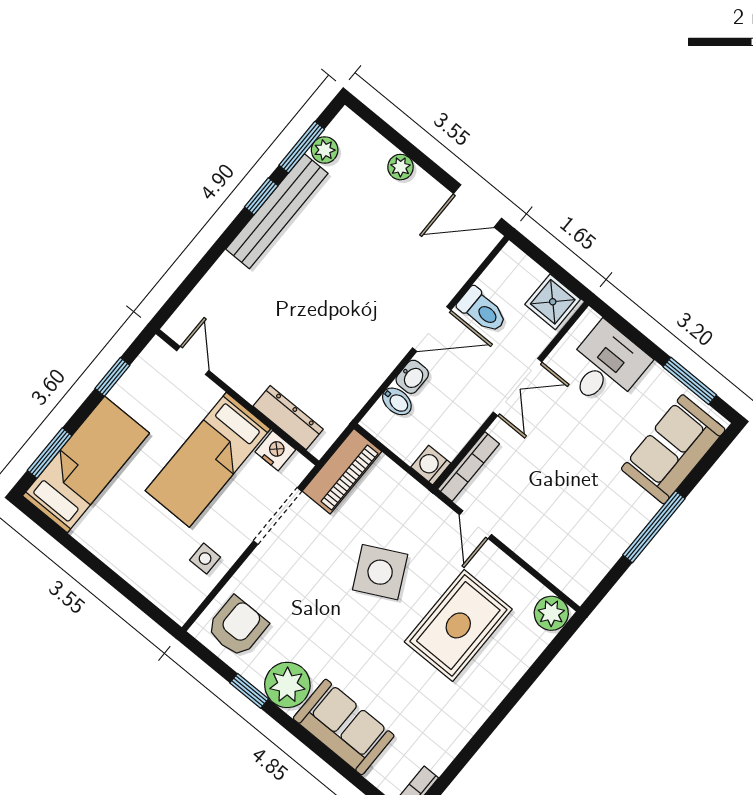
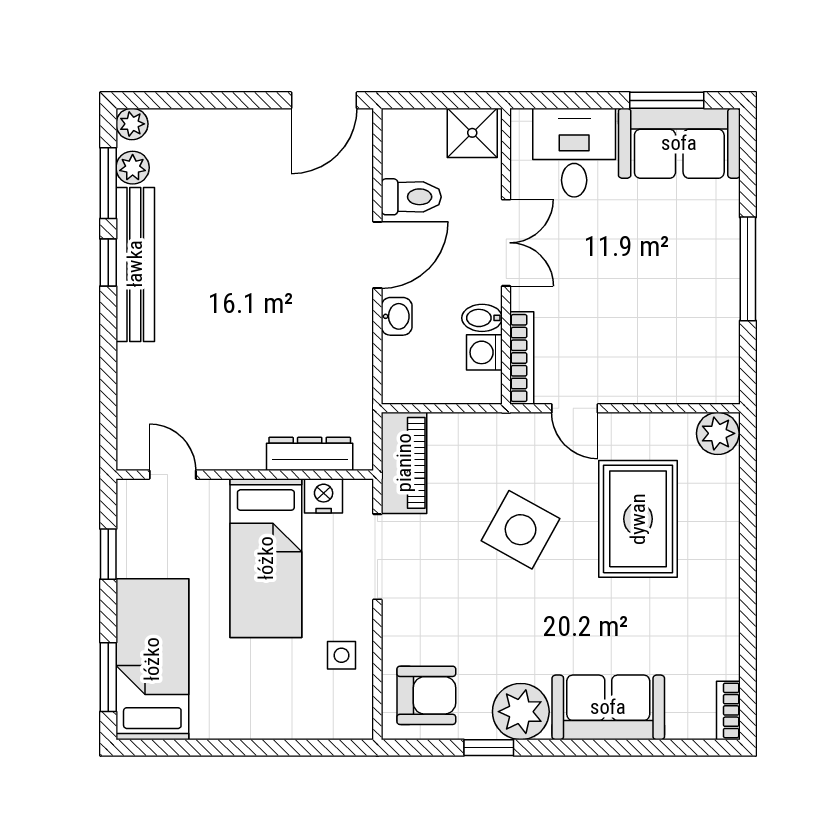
plant: (401, 167) -> (132, 124), moved
bidet: (397, 401) -> (482, 318), moved, turned 180
sofa: (673, 449) -> (679, 143), moved, turned -90
washing machine: (431, 465) -> (484, 352), moved
side table: (380, 572) -> (521, 530), turned -34
armchair: (237, 627) -> (426, 695), turned 90

